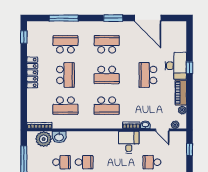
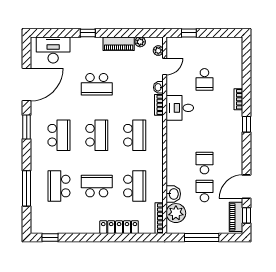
school desk: (107, 44) -> (59, 135), turned 180
desk: (176, 66) -> (53, 50), moved
locker: (32, 72) -> (119, 227), moved

